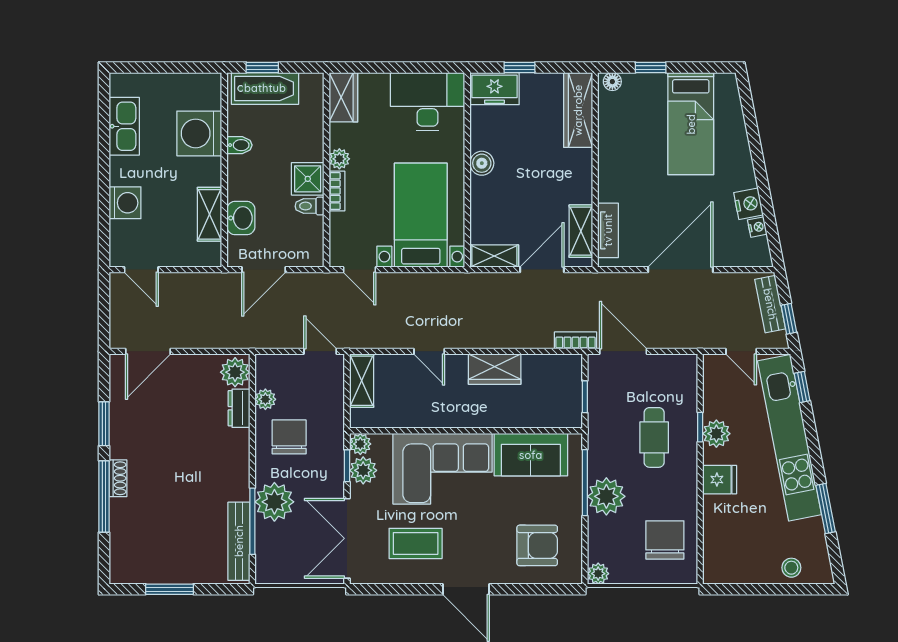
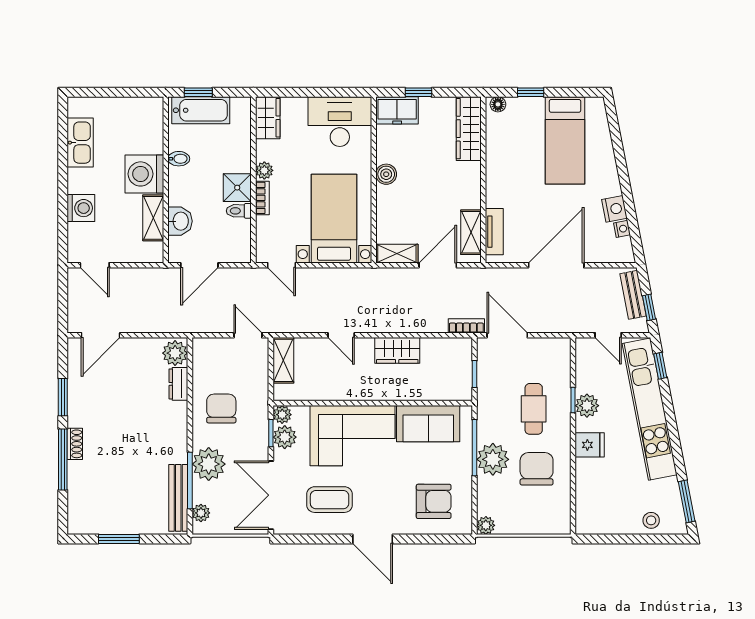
washing machine: (199, 133) -> (144, 174), moved
plant: (265, 399) -> (201, 513), moved
window: (826, 508) -> (687, 501), moved
chair: (665, 540) -> (537, 469), moved

